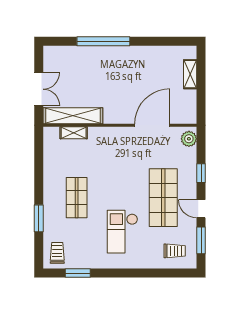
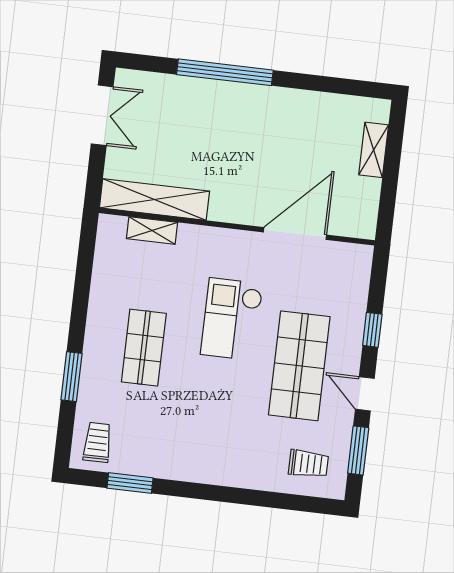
double door: (39, 89) -> (102, 115), moved
plant: (189, 139) -> (358, 266), removed
checkout: (122, 232) -> (232, 319), moved

